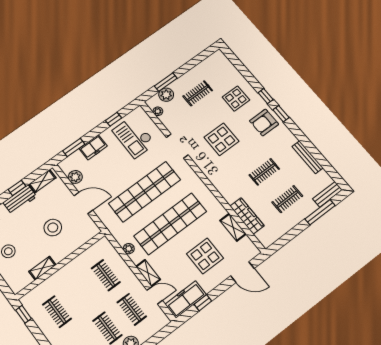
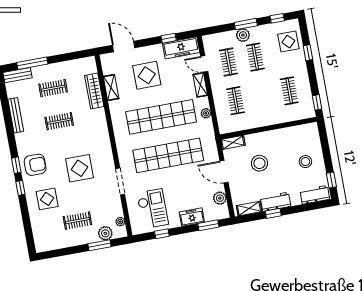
shelving: (42, 268) -> (233, 142), moved

